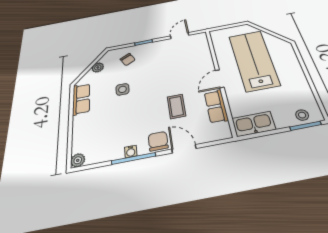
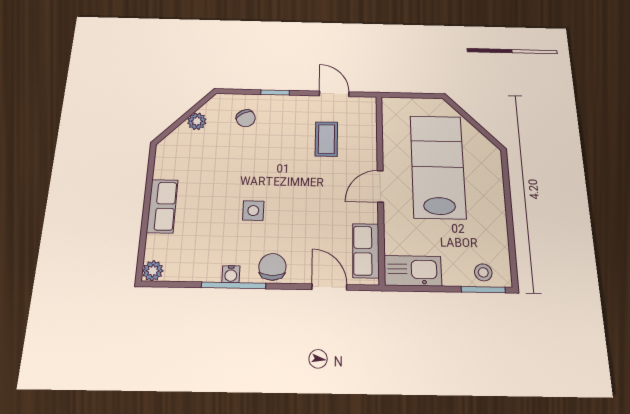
door: (180, 36) -> (334, 94), hinge flipped
side table: (122, 89) -> (253, 211), moved
row of seats: (81, 99) -> (162, 206), moved
coffee table: (176, 106) -> (326, 139), moved
row of seats: (216, 106) -> (366, 251), moved
door: (184, 149) -> (329, 287), moved

